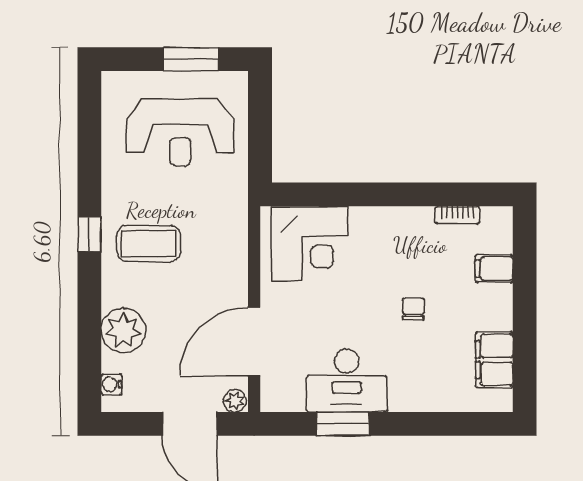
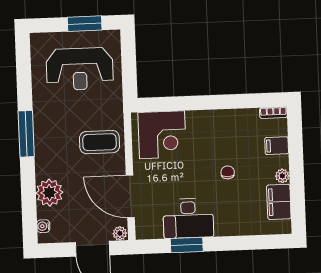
bookcase: (457, 215) -> (273, 113), moved
window: (89, 234) -> (26, 134), width x2.17
coffee table: (149, 243) -> (100, 142), moved
plant: (501, 318) -> (282, 176), added
door: (254, 342) -> (130, 196), hinge flipped

